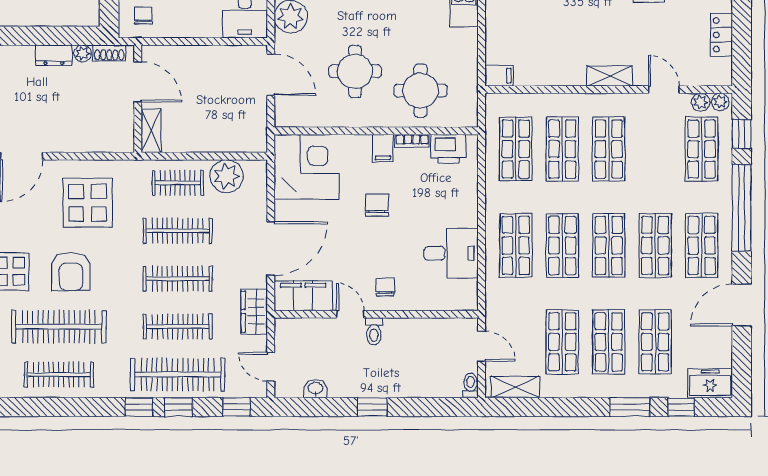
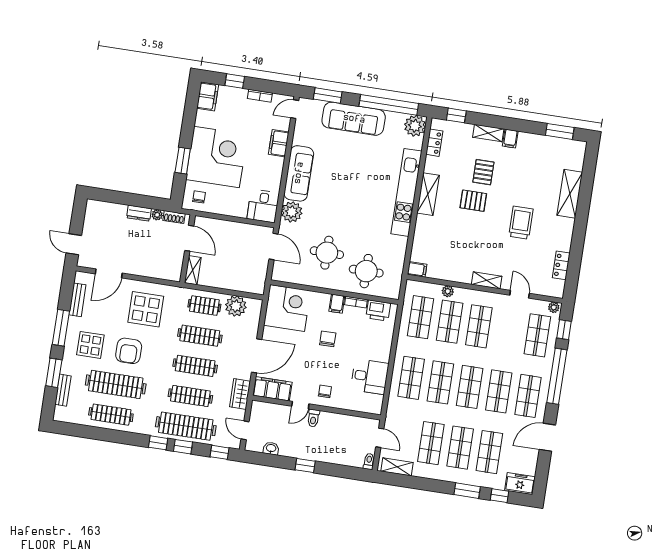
plant: (701, 102) -> (448, 291), moved
door: (350, 314) -> (300, 405), swing flipped

